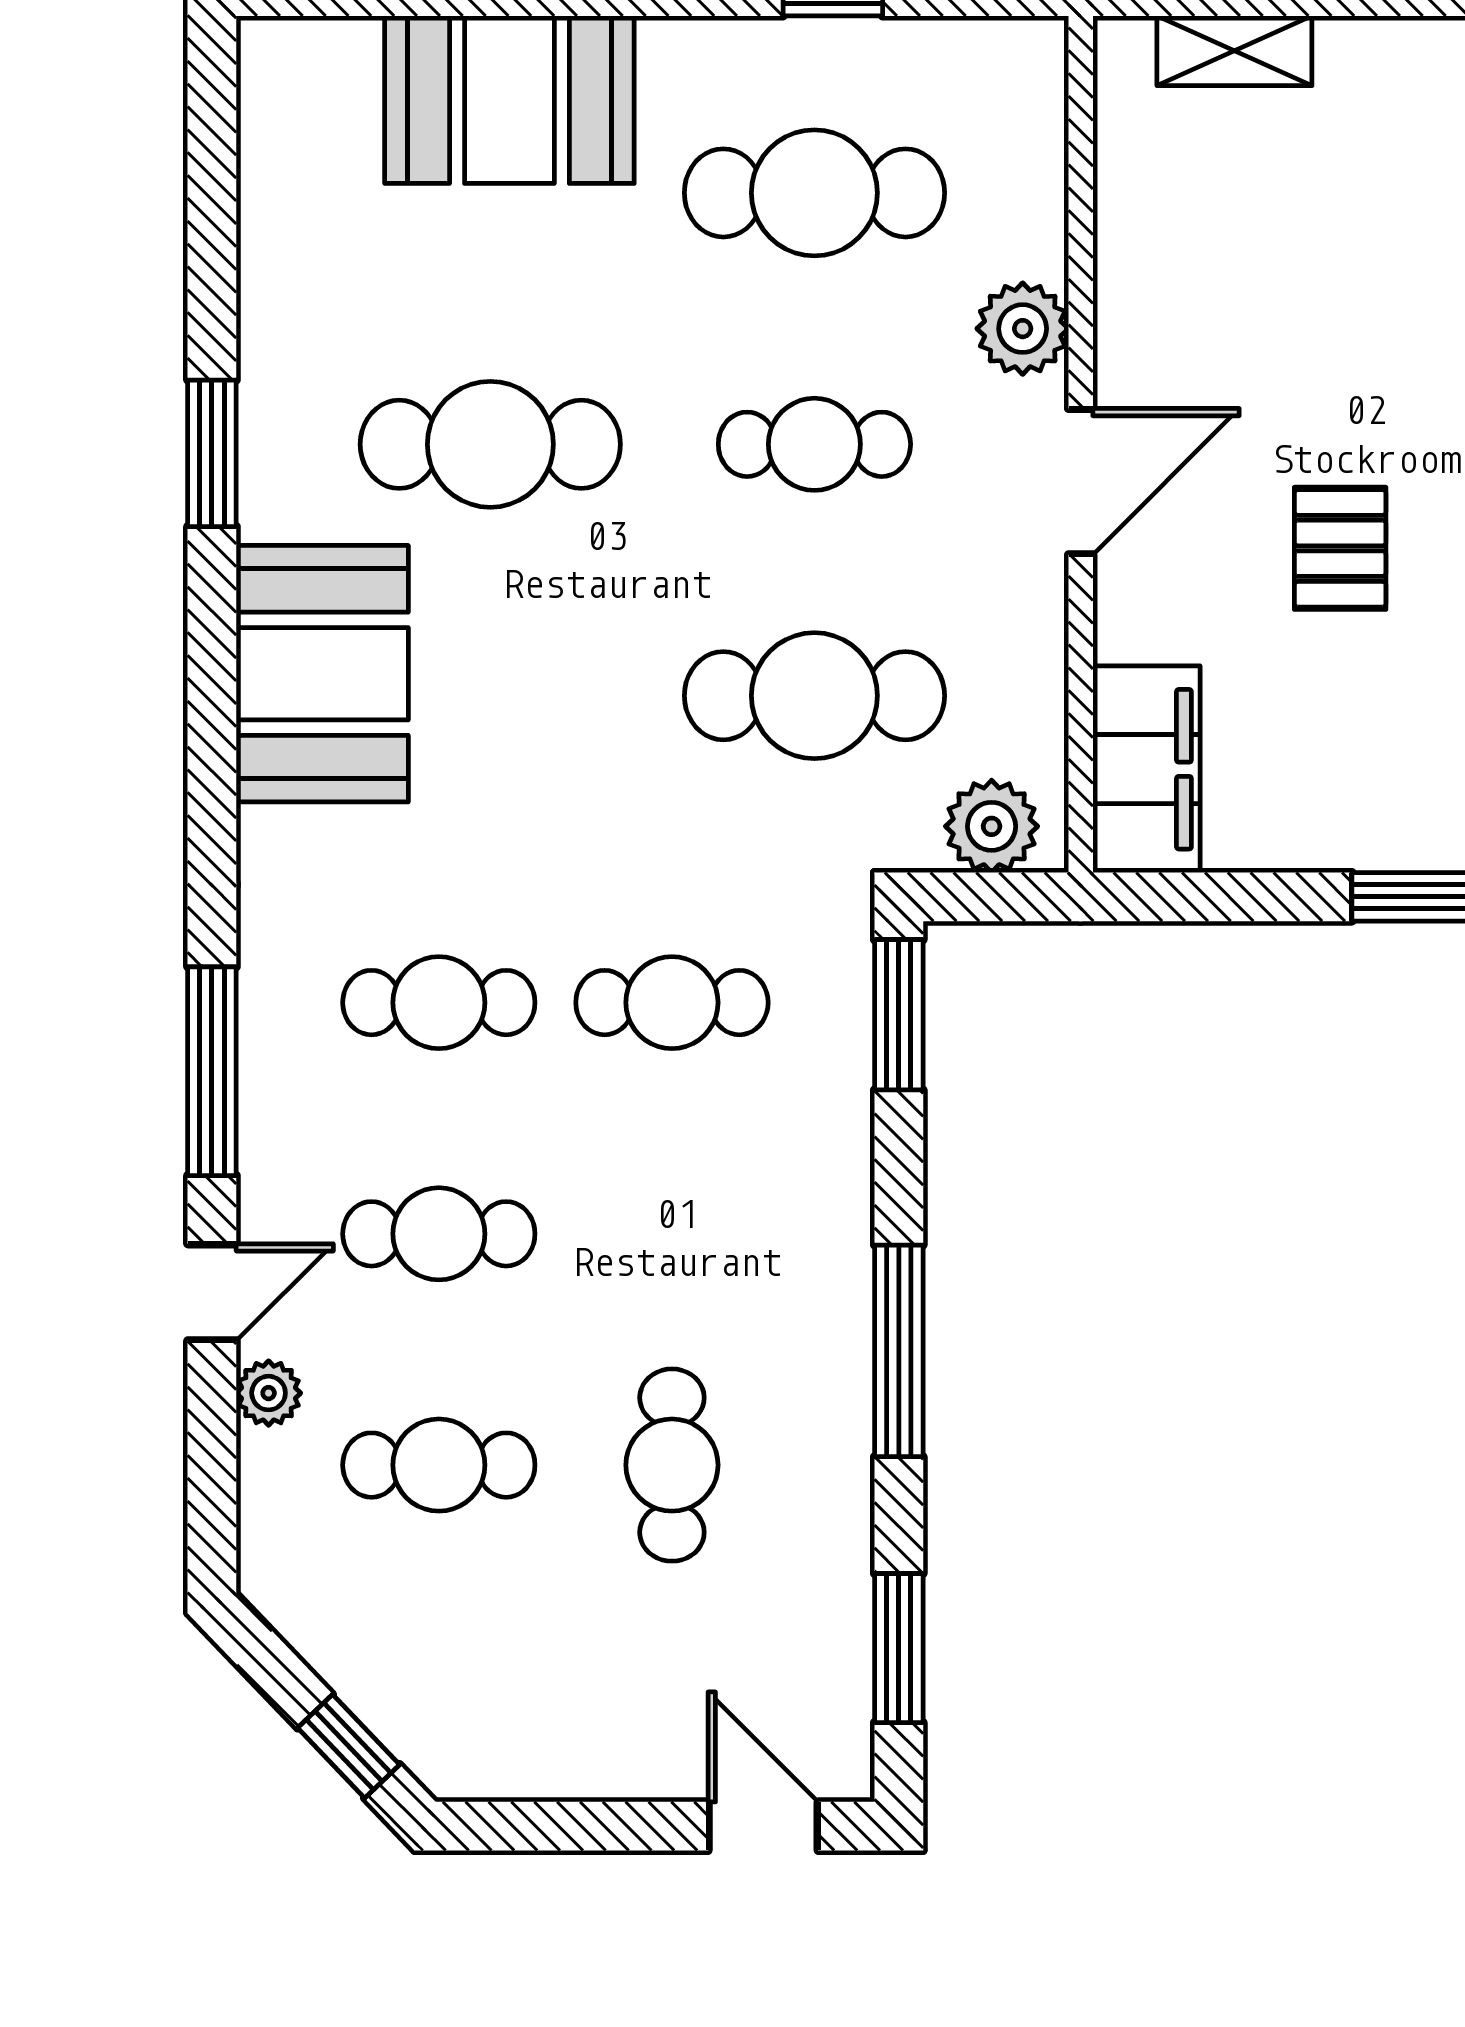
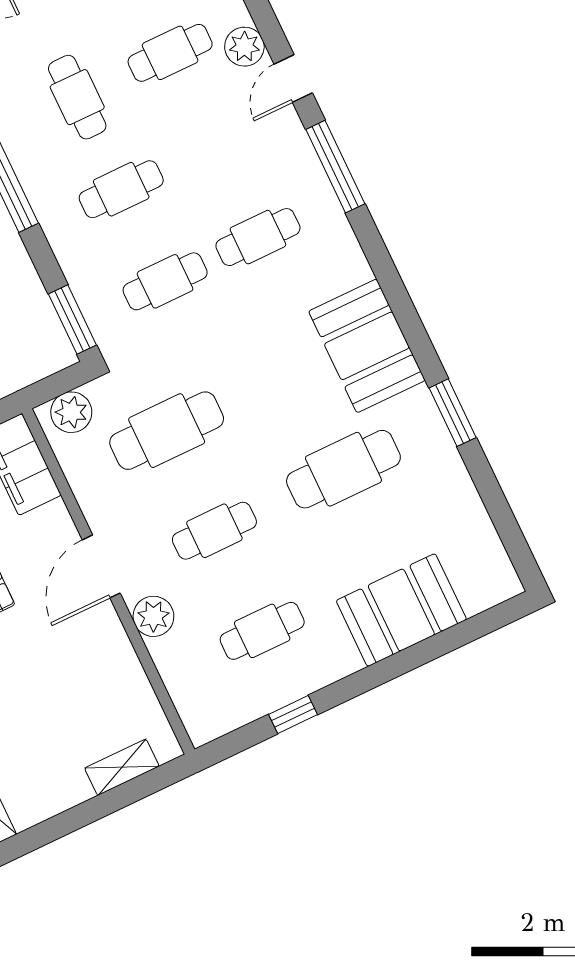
cafe table: (814, 193) -> (262, 631), width x0.73, depth x0.74
cafe table: (439, 1234) -> (121, 189), moved
plant: (269, 1393) -> (244, 47), width x1.38, depth x1.38

